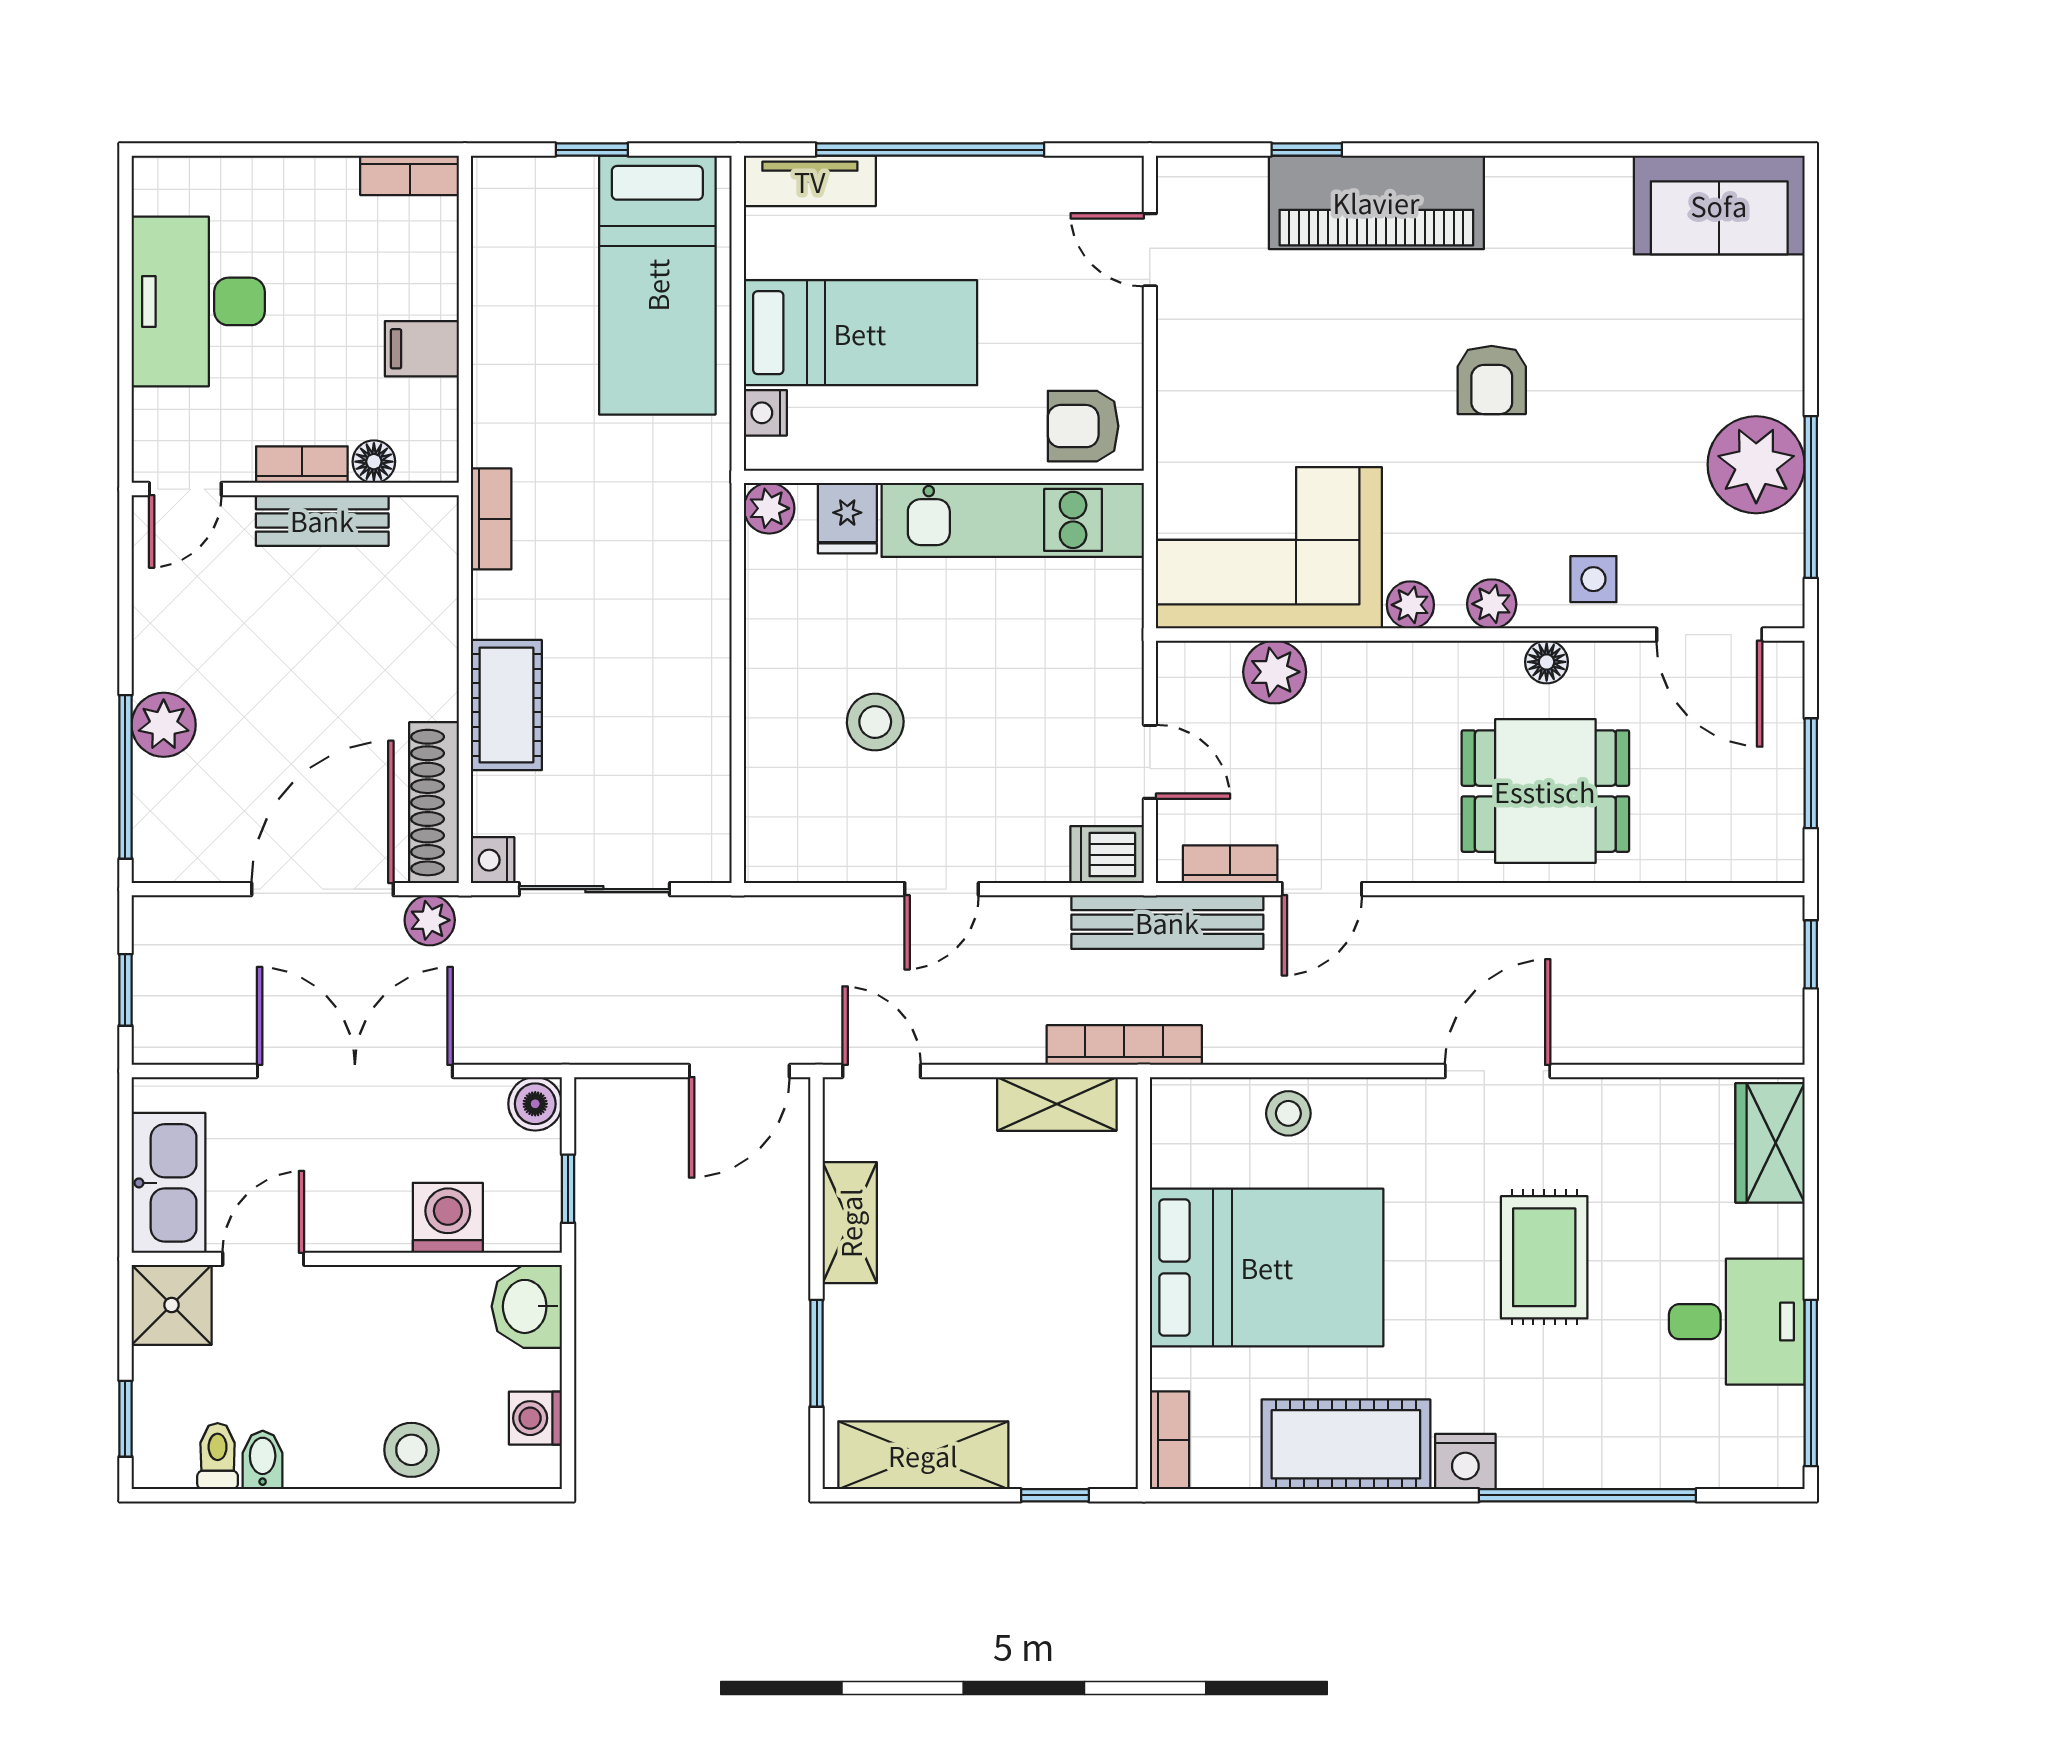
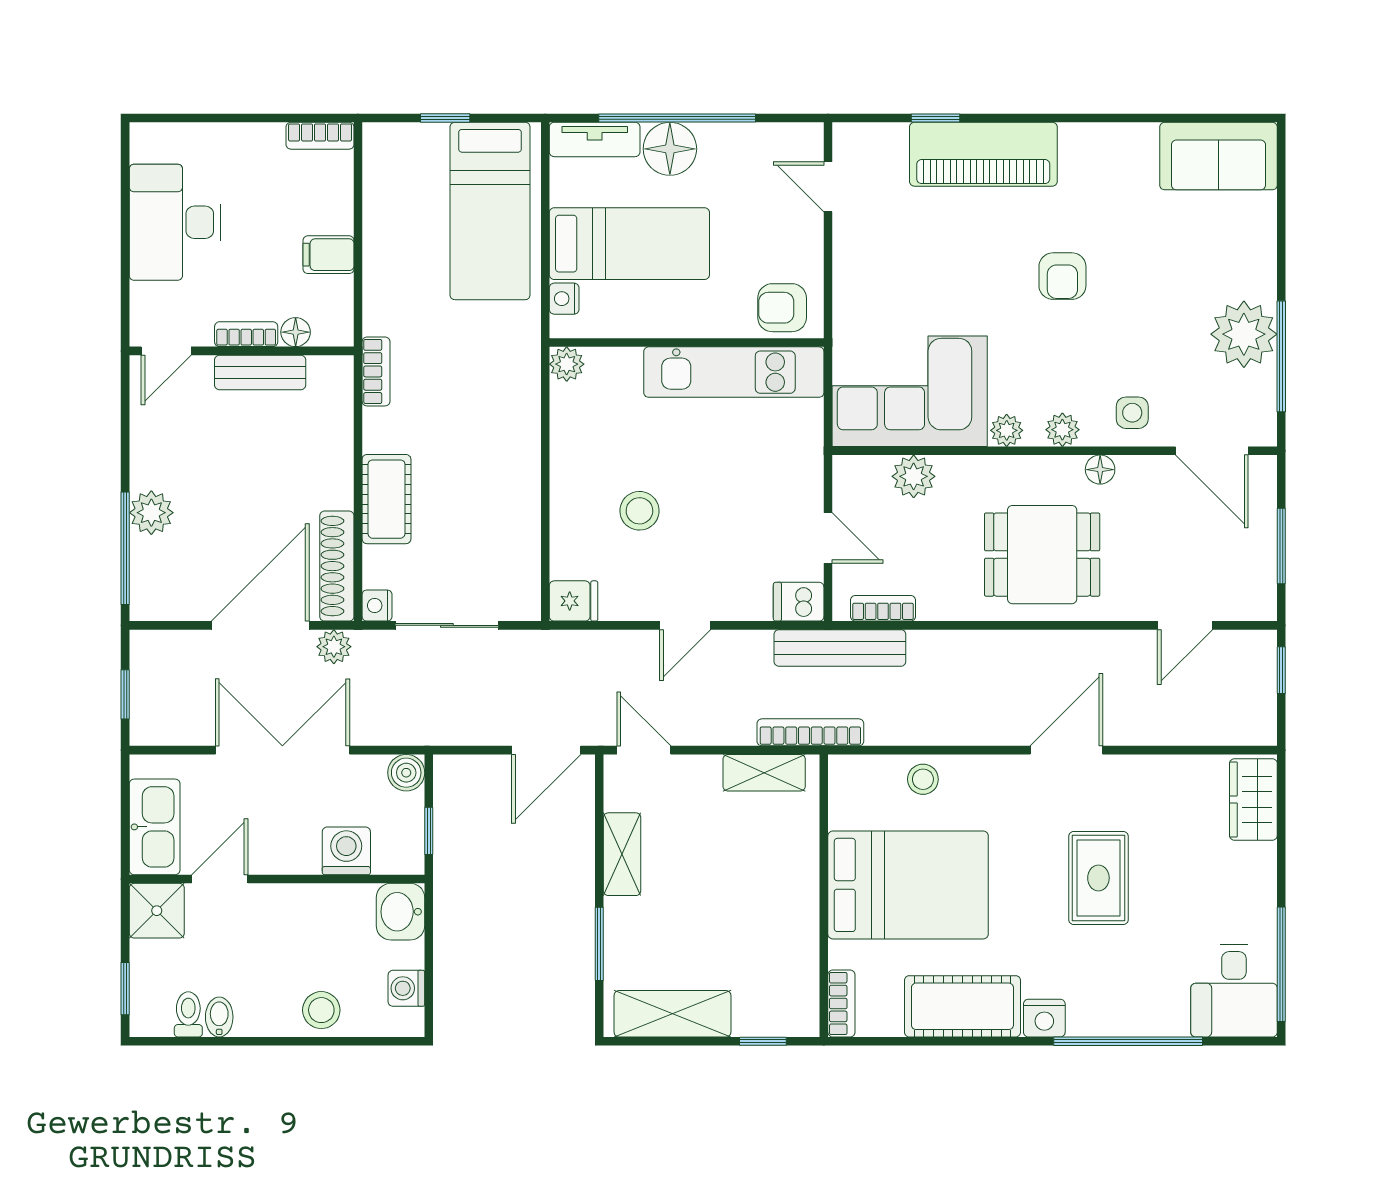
floor lamp: (920, 194) -> (670, 149), added
fridge: (847, 518) -> (573, 601), moved, turned -90
dining table: (1545, 791) -> (1042, 555), moved
door: (1322, 889) -> (1185, 625), moved
desk: (1737, 1322) -> (1234, 991), moved, turned 90

